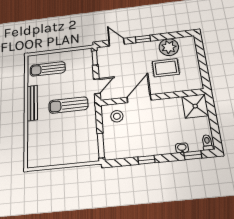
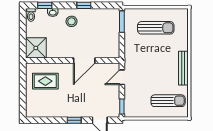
plant: (169, 47) -> (51, 108), removed
rug: (166, 68) -> (45, 81), moved
sun lounger: (68, 105) -> (156, 28), moved
stool: (117, 116) -> (72, 21), moved

